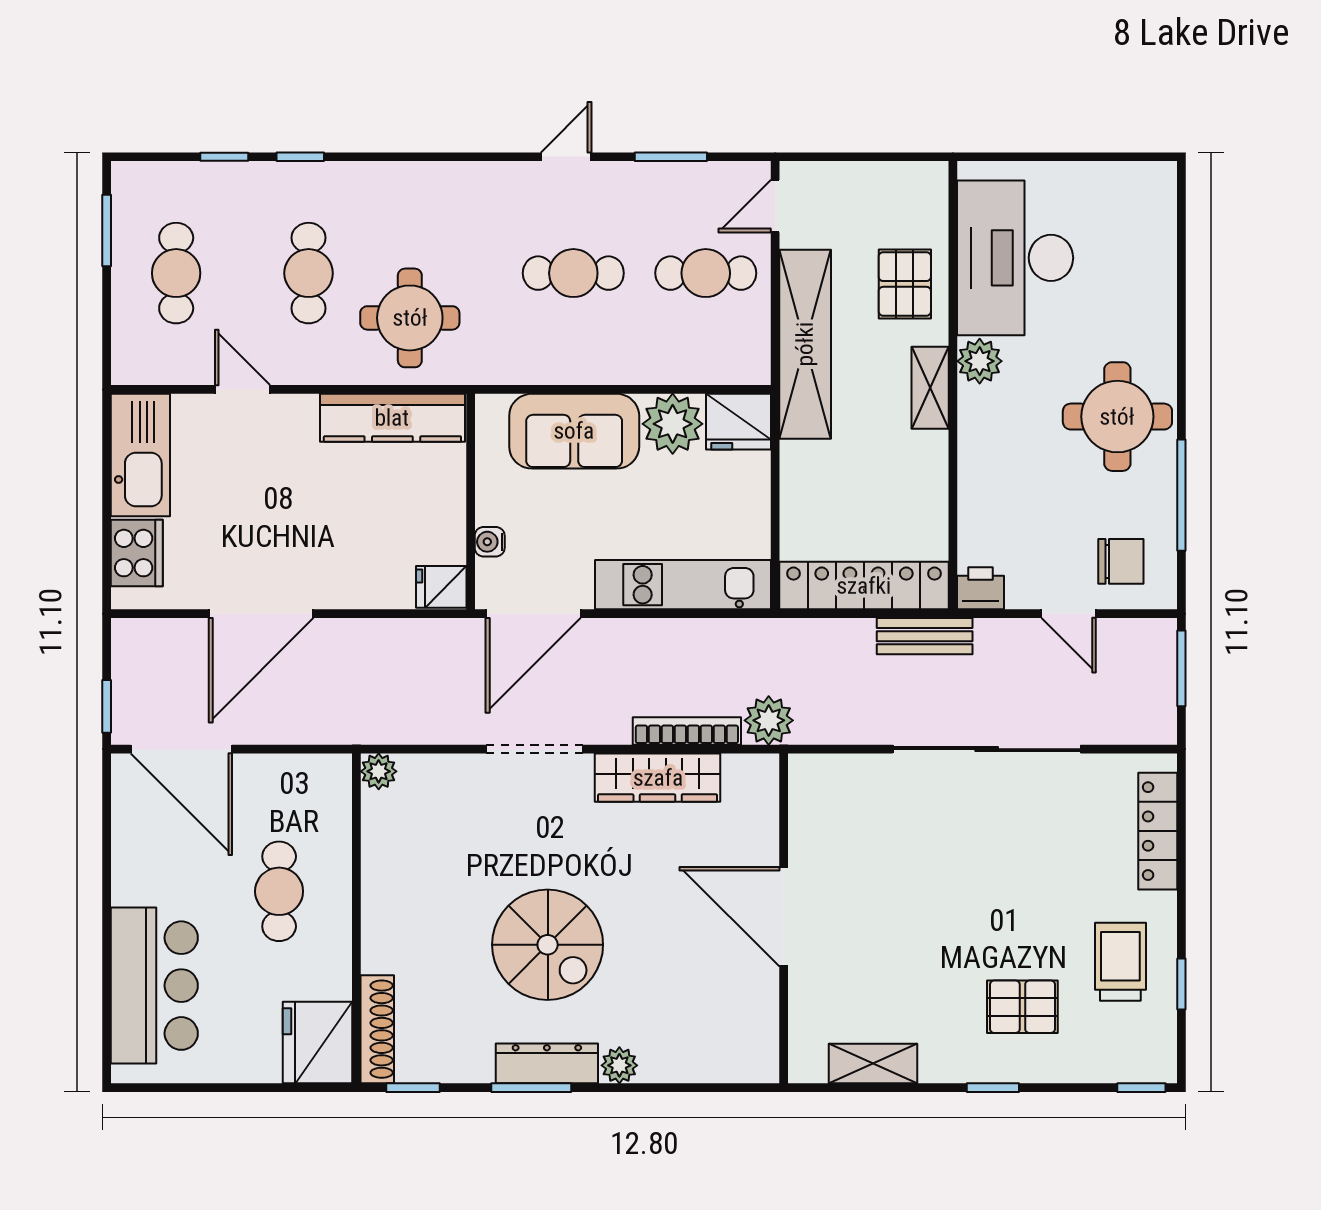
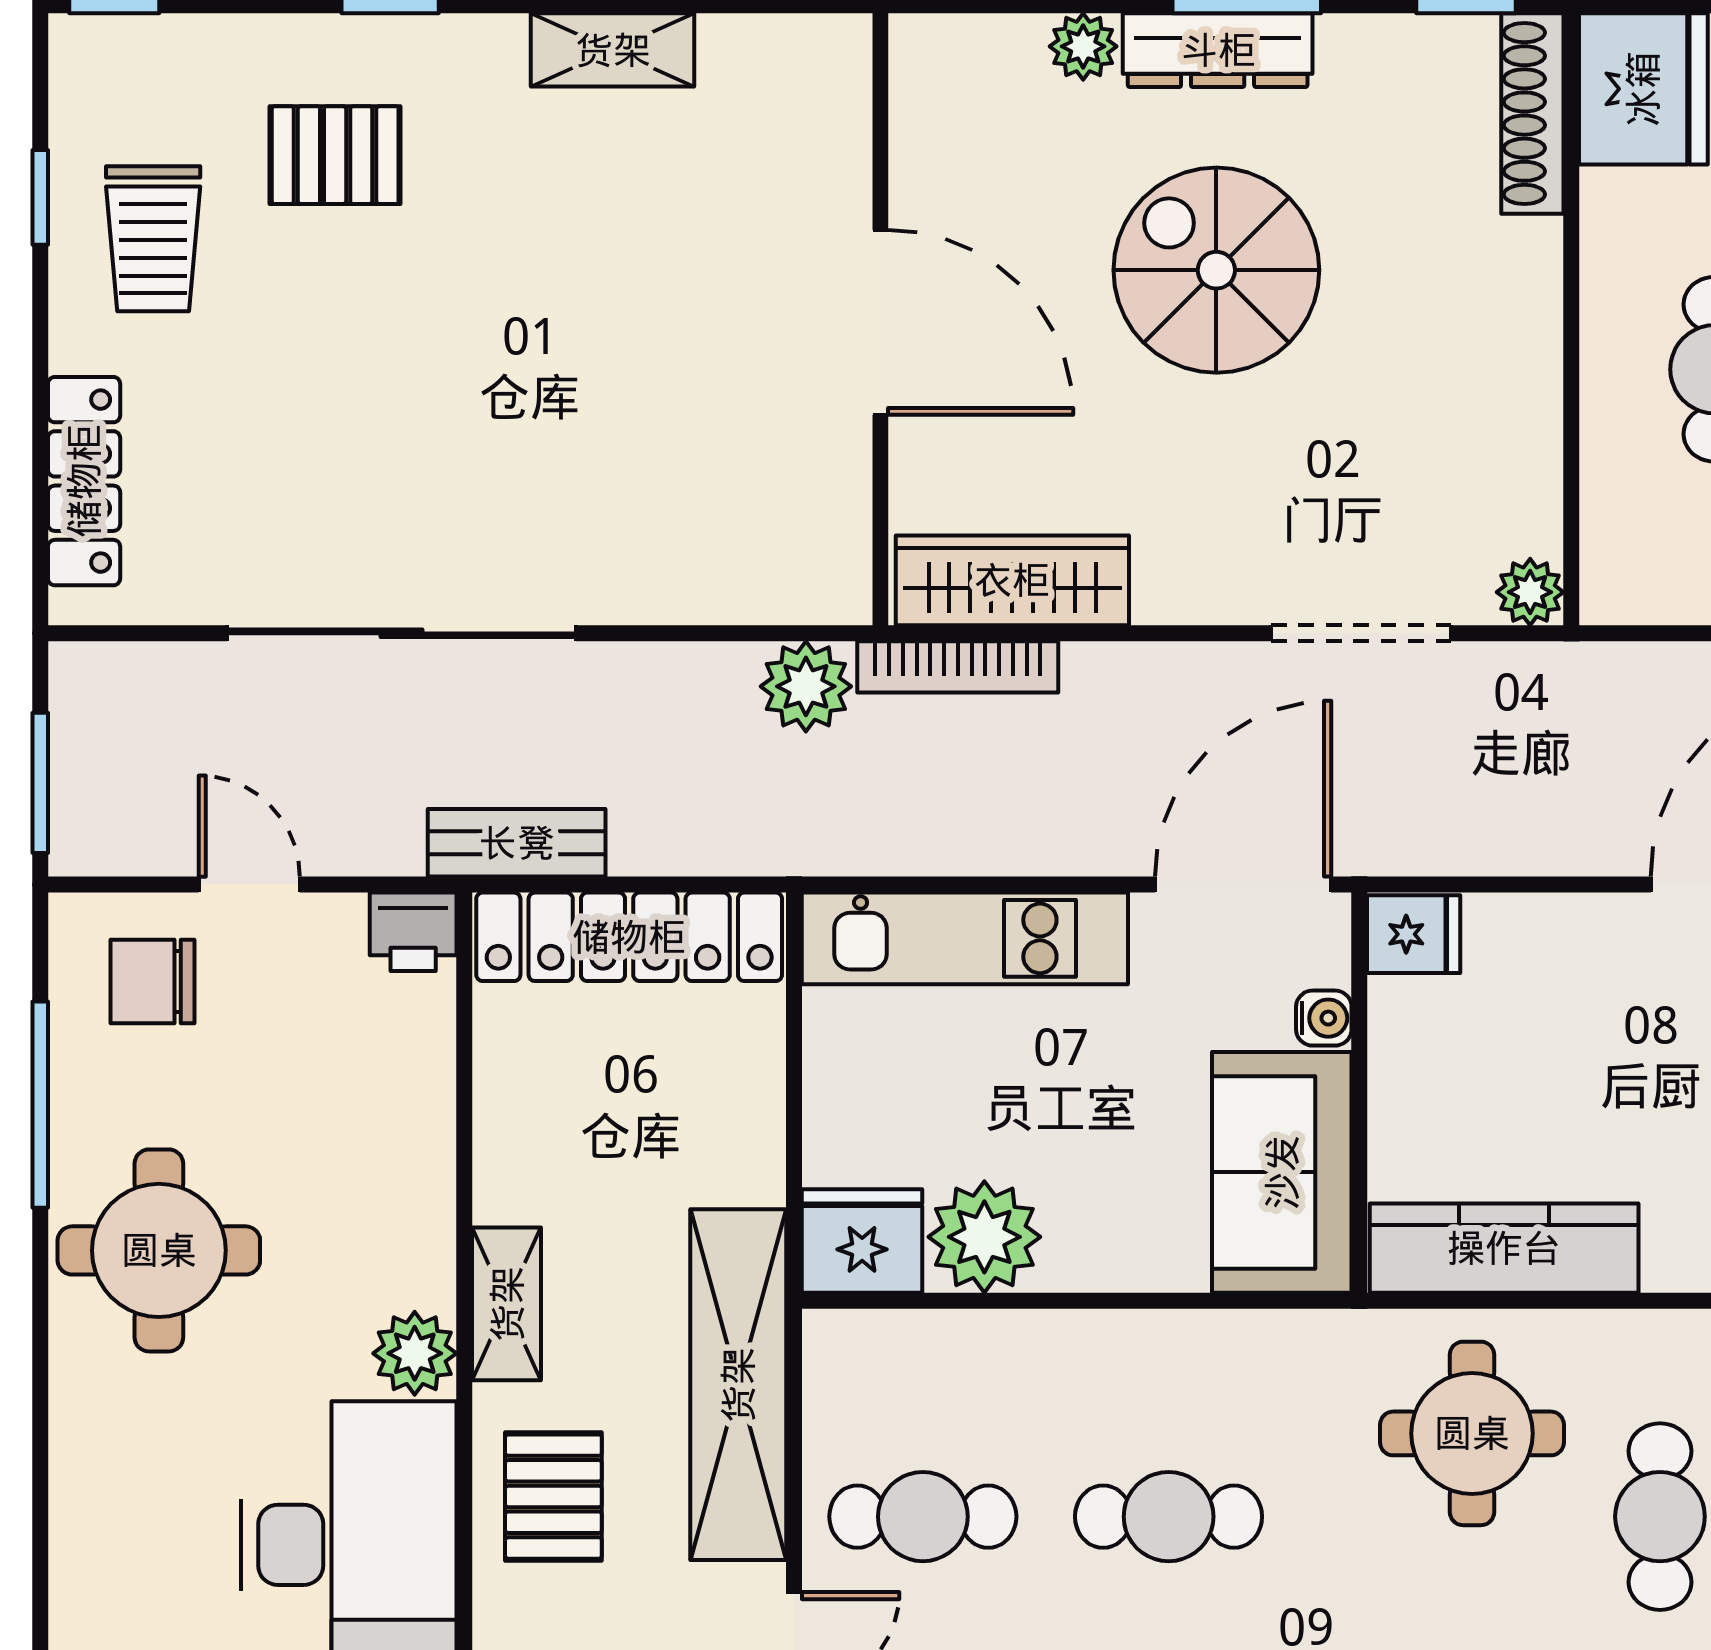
sofa: (574, 431) -> (1282, 1172), moved, turned -90
doorway: (534, 749) -> (1361, 633), moved
door: (784, 917) -> (880, 322), moved
wall: (784, 918) -> (880, 319), moved

